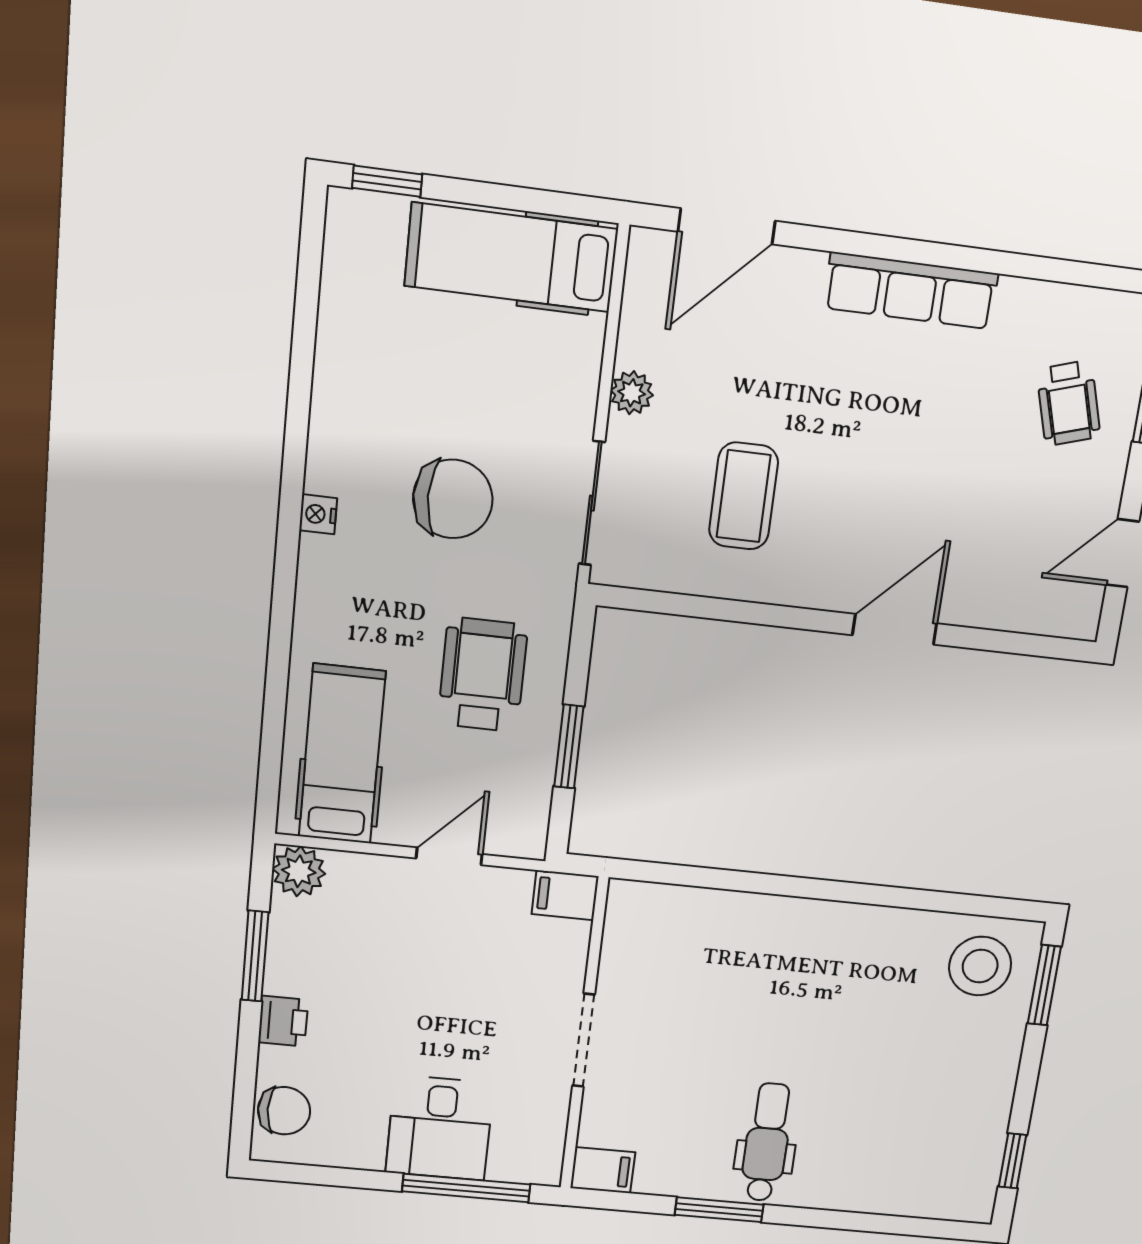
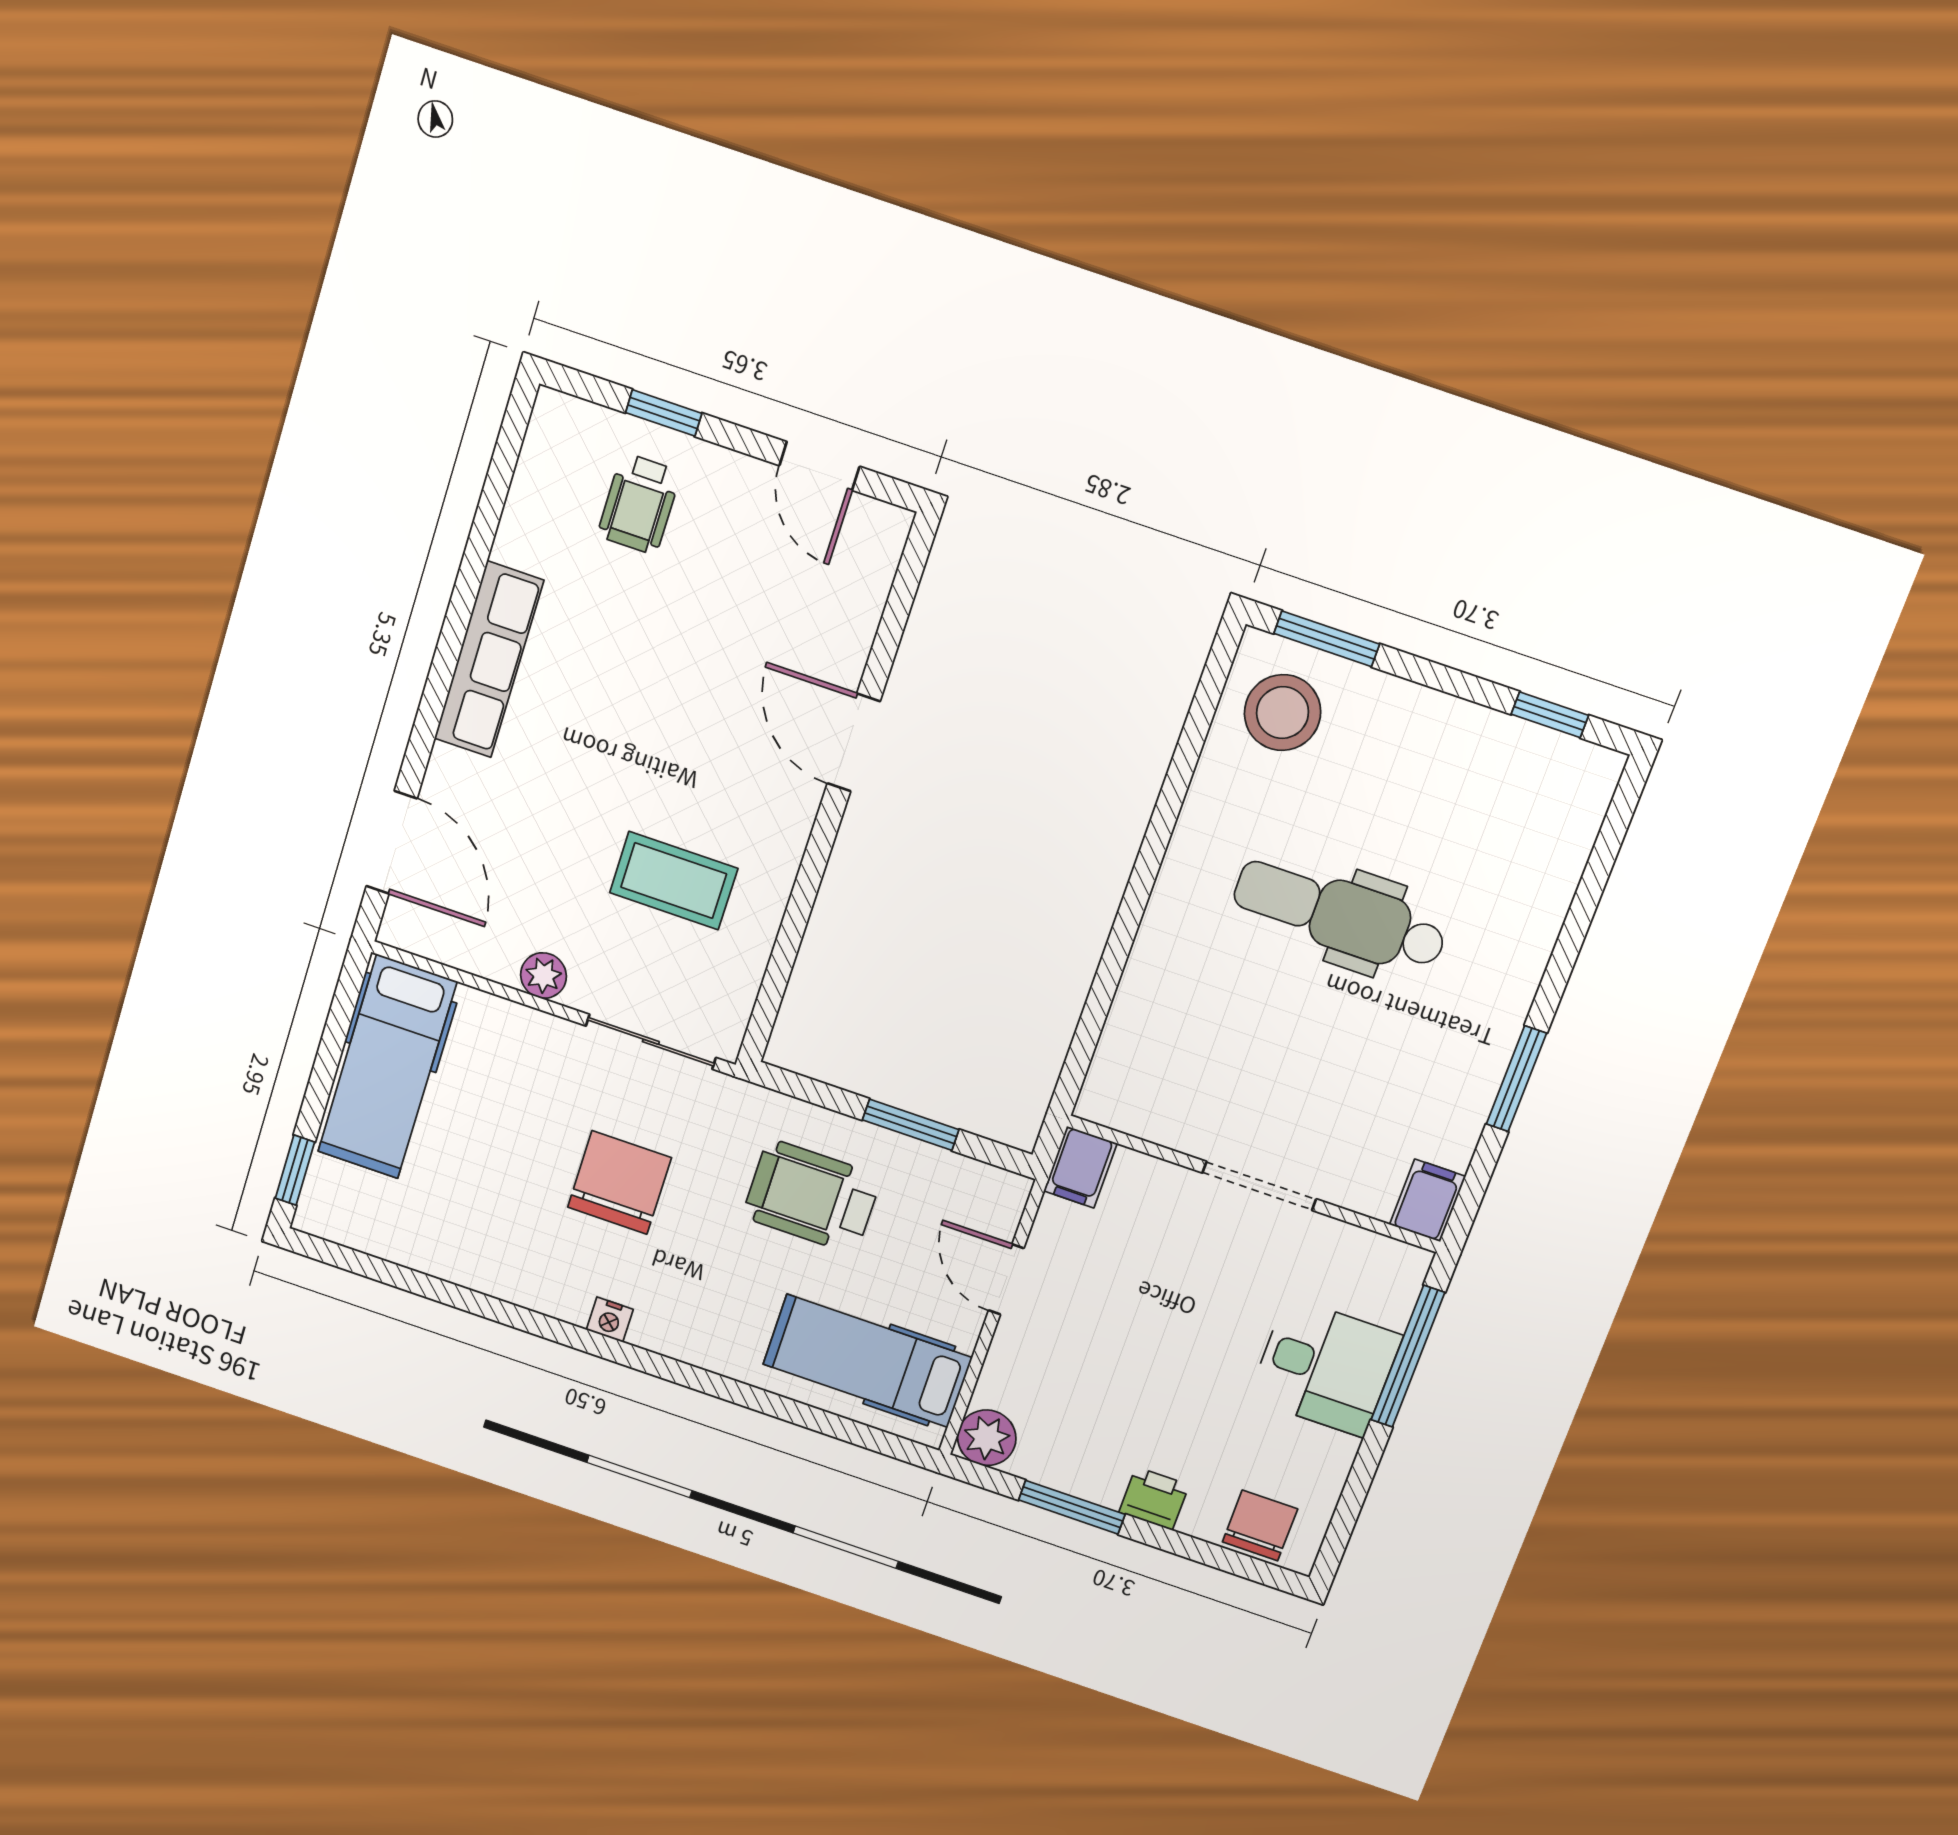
wheelchair: (1068, 403) -> (639, 504), turned 107
dental chair: (767, 1142) -> (1340, 915), moved, width x1.36, depth x1.38

